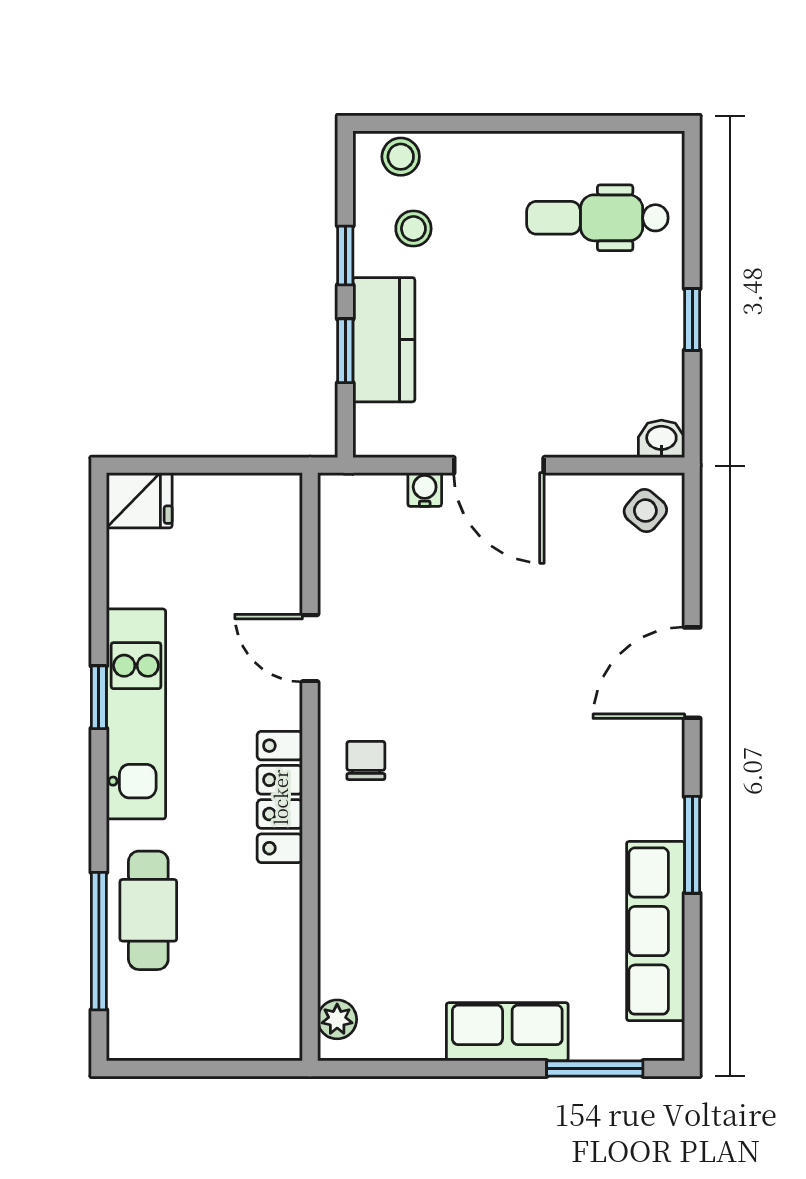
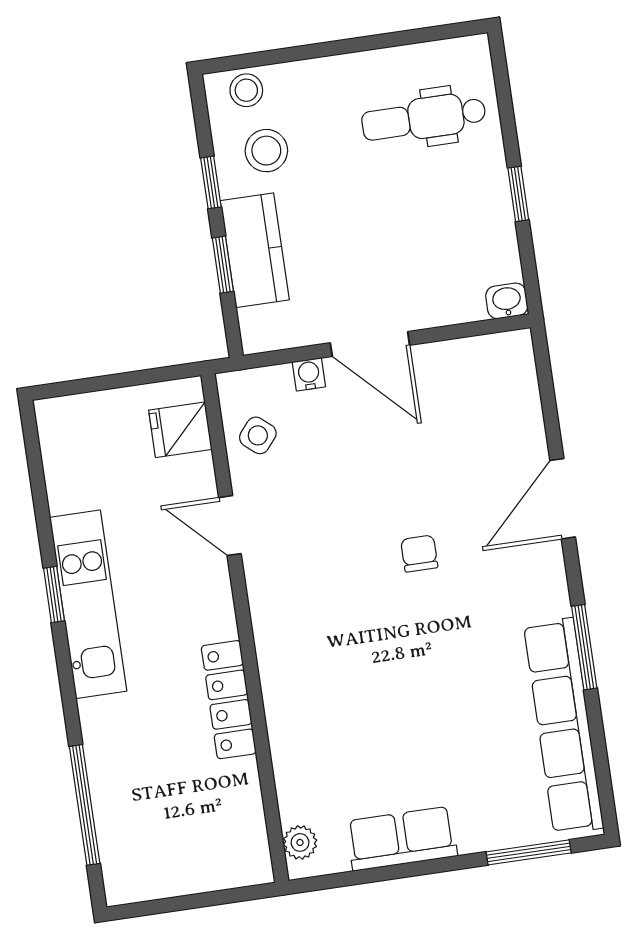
stool: (413, 229) -> (266, 151), width x1.37, depth x1.37
fridge: (139, 500) -> (180, 430), moved, turned 180
side table: (645, 511) -> (258, 435), moved
chair: (366, 760) -> (419, 553), moved
locker: (280, 797) -> (229, 700), moved
cafe table: (148, 910) -> (123, 772), removed
row of seats: (656, 931) -> (564, 726), width x1.36
row of seats: (507, 1032) -> (402, 839), moved

